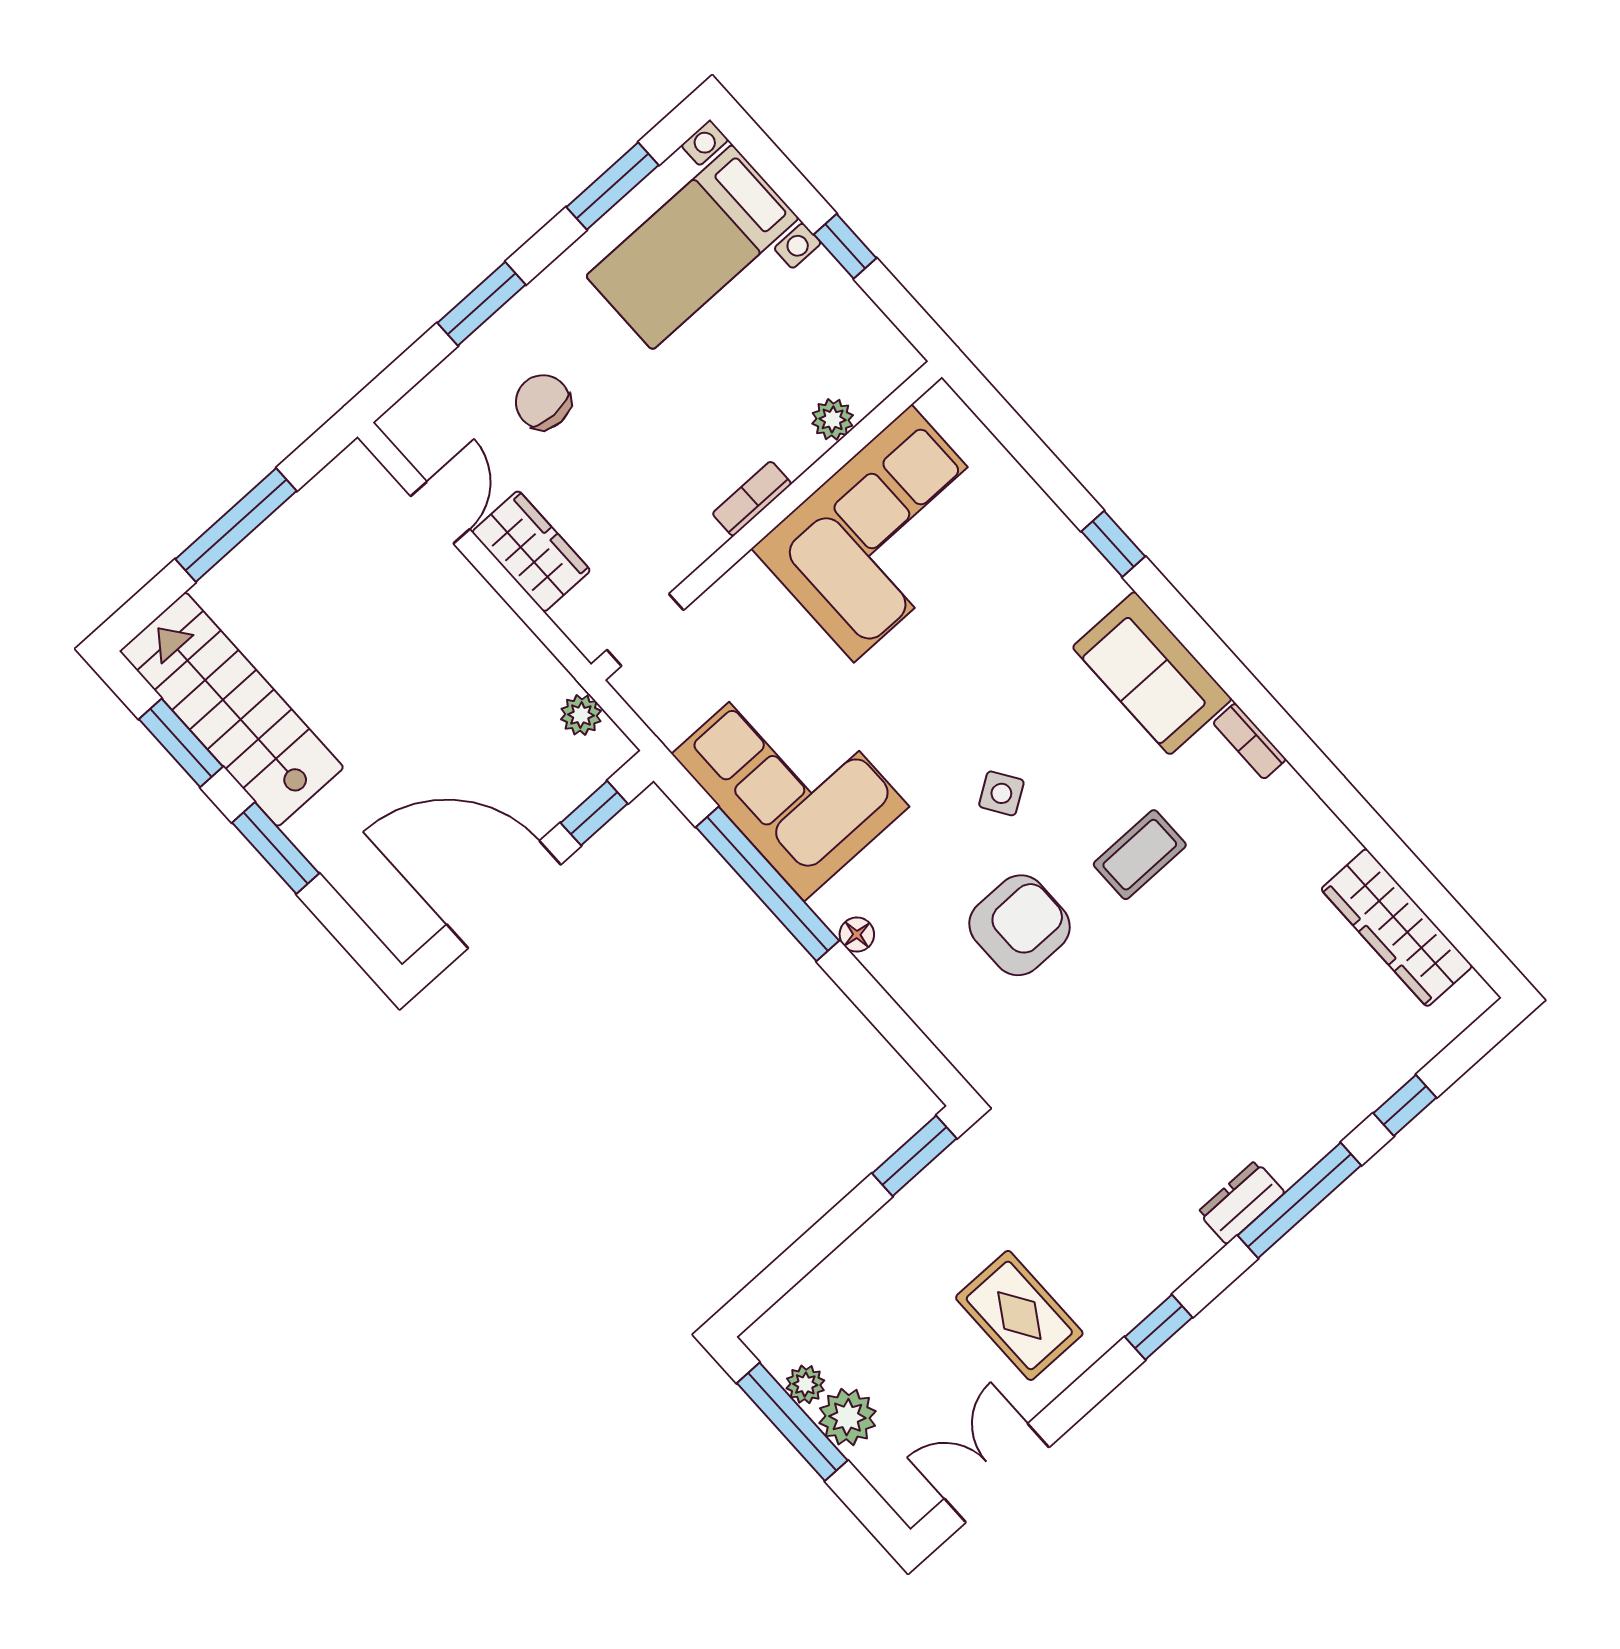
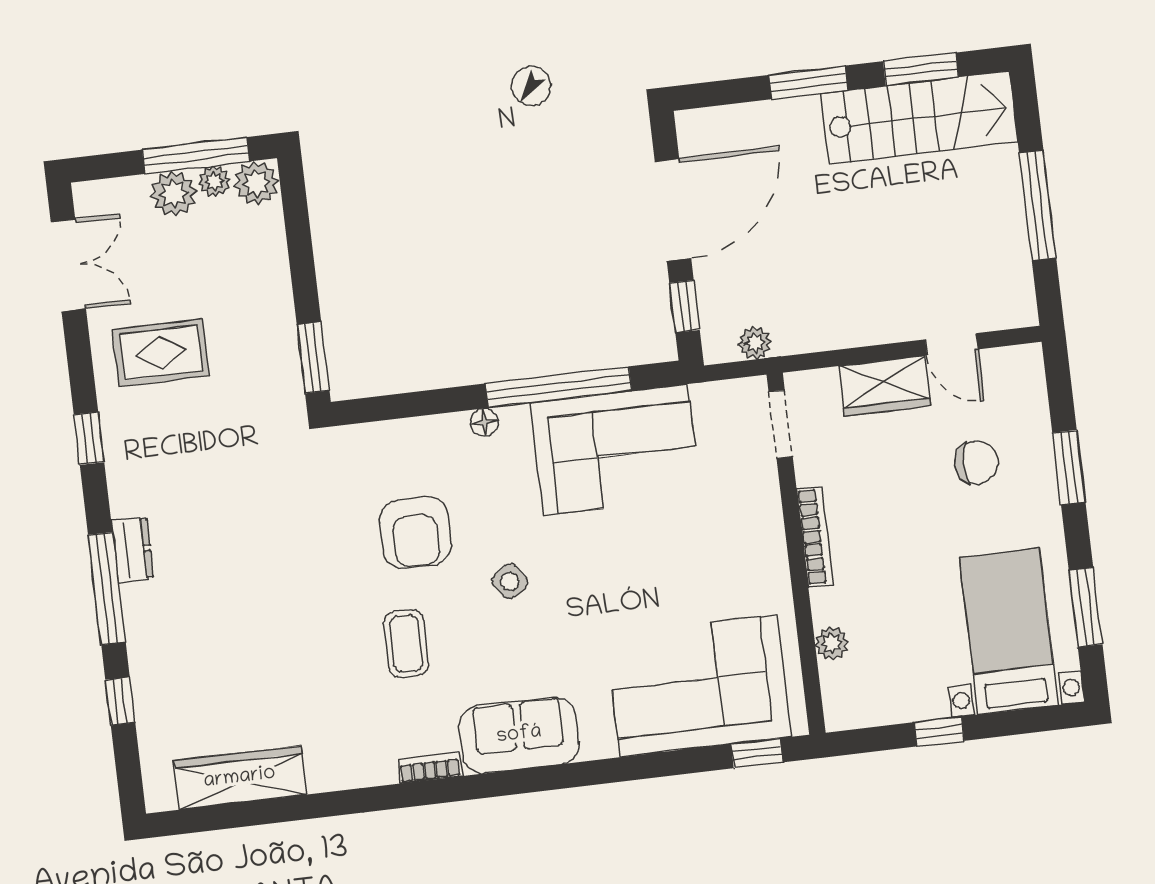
bookcase: (752, 499) -> (815, 536), width x1.56
corner sofa: (883, 533) -> (699, 686), moved, turned 90
window: (1113, 544) -> (757, 753), moved
plant: (777, 1340) -> (256, 183), added

